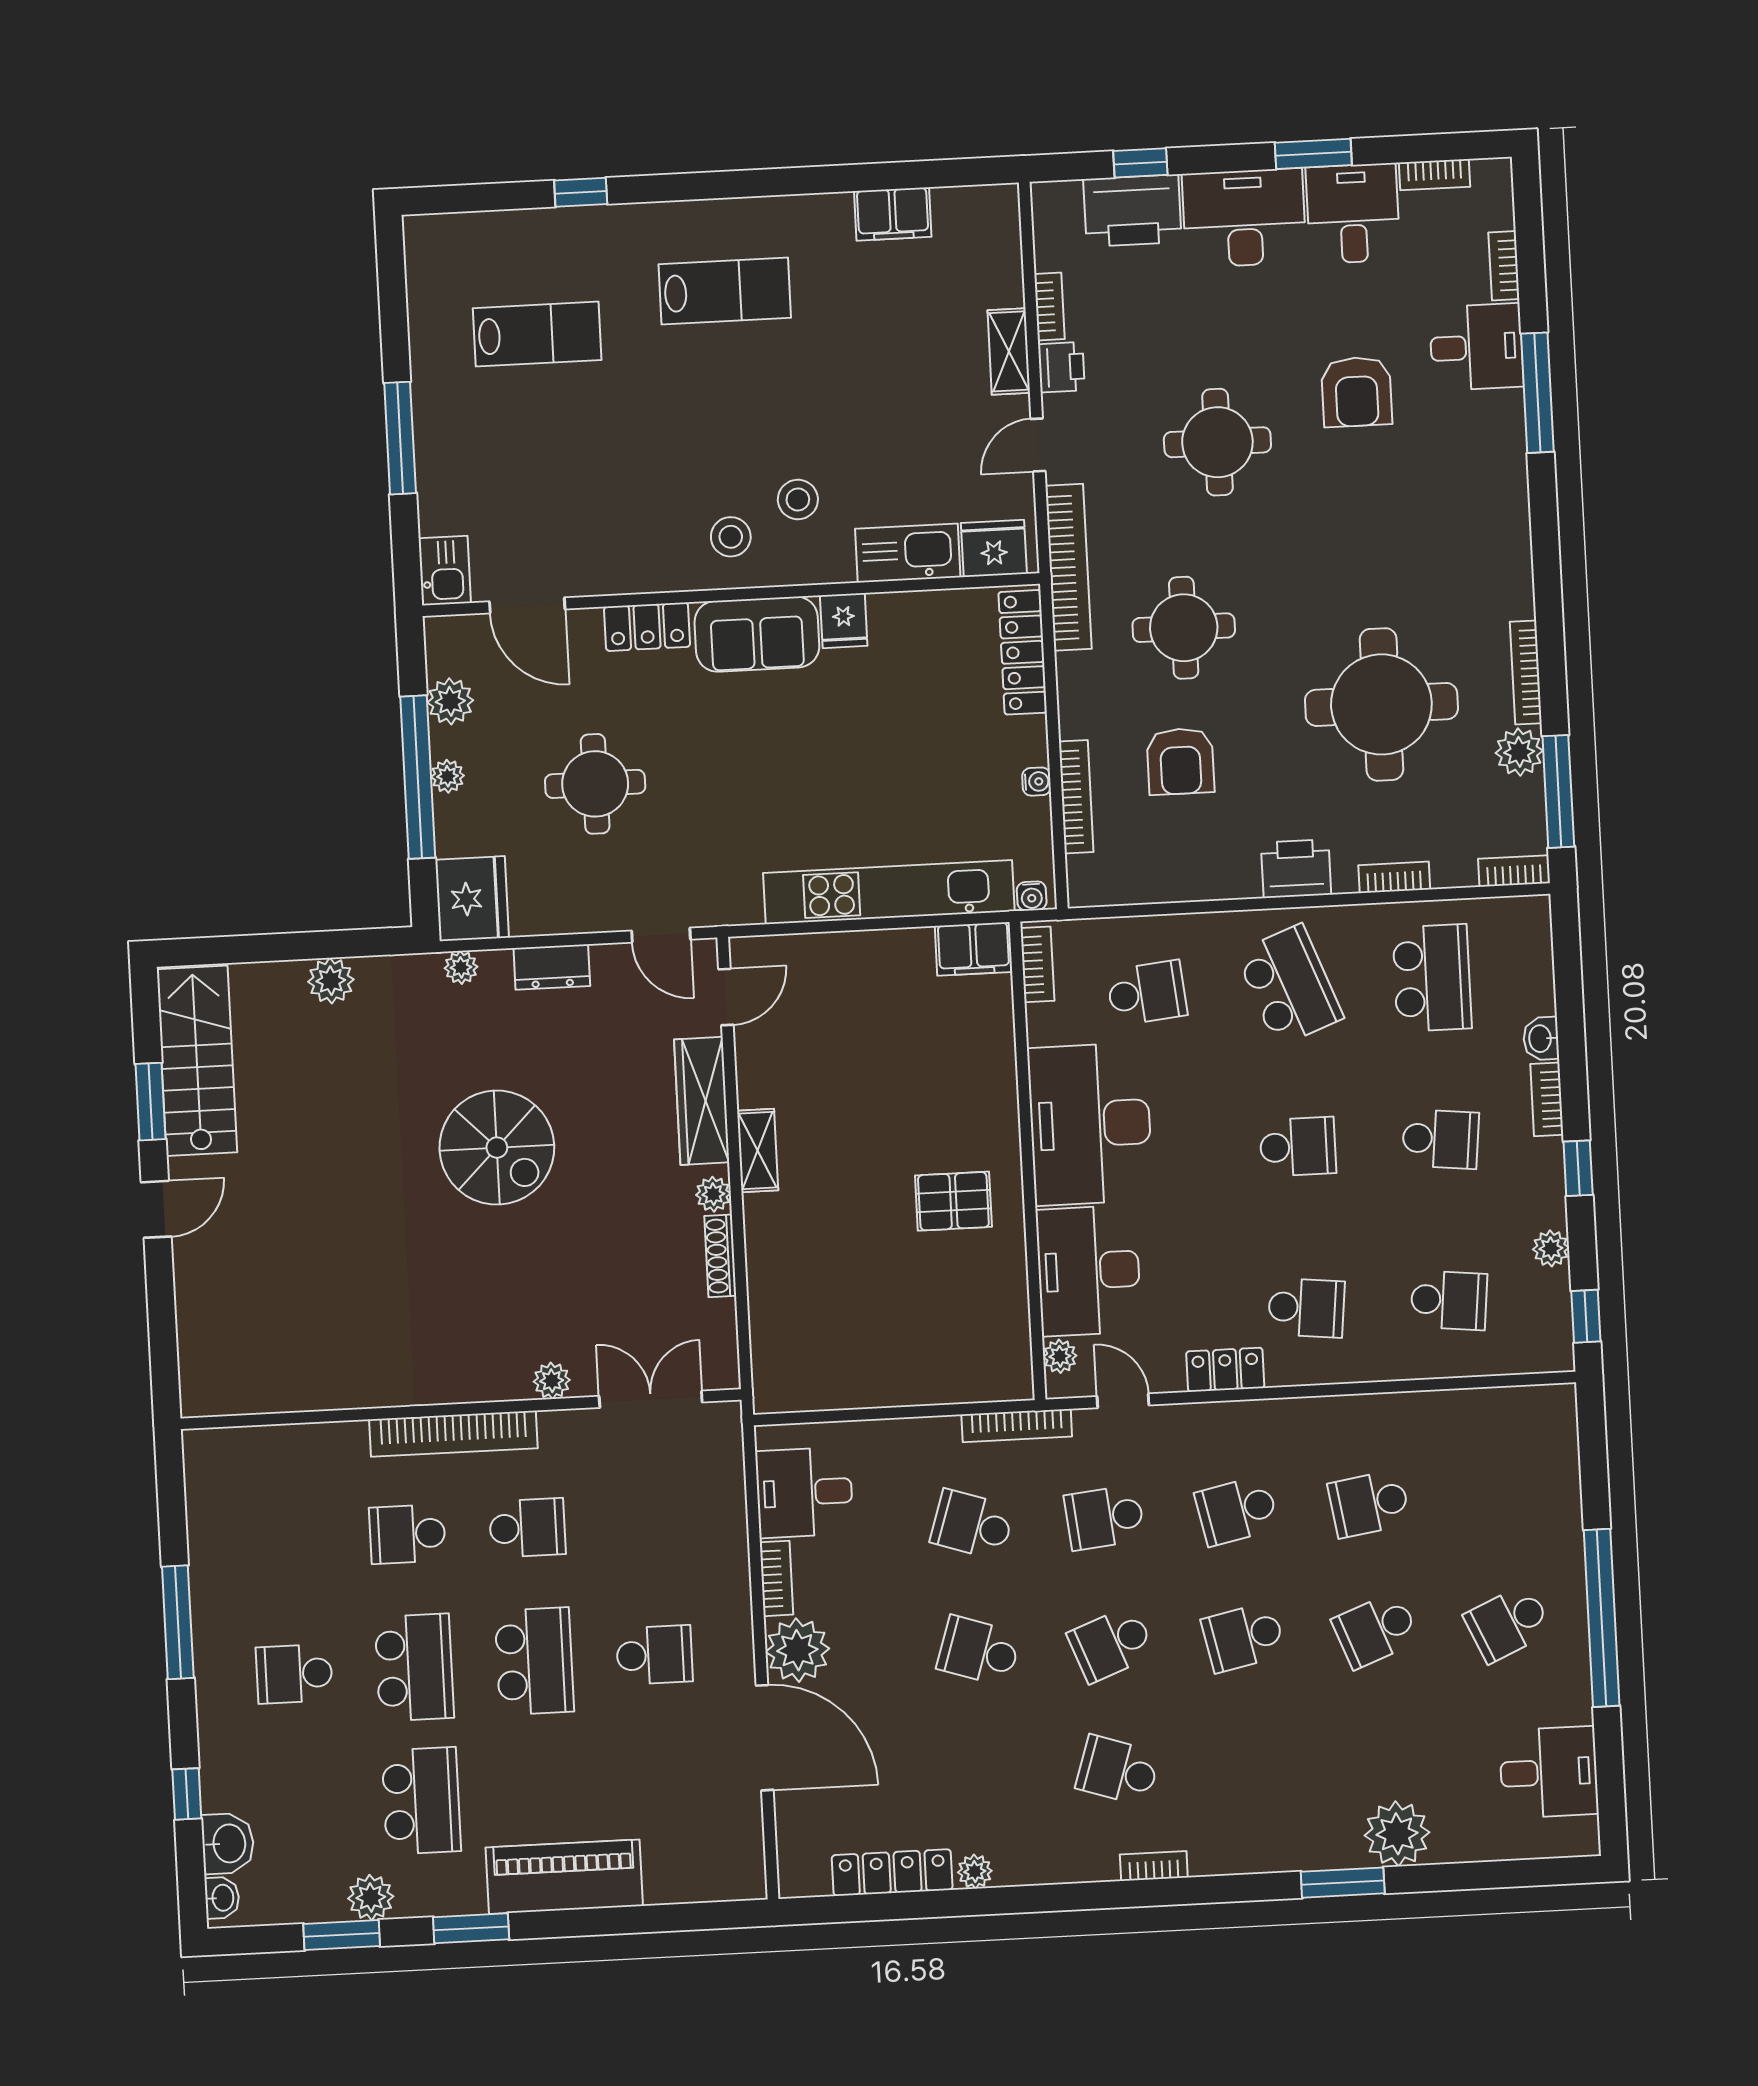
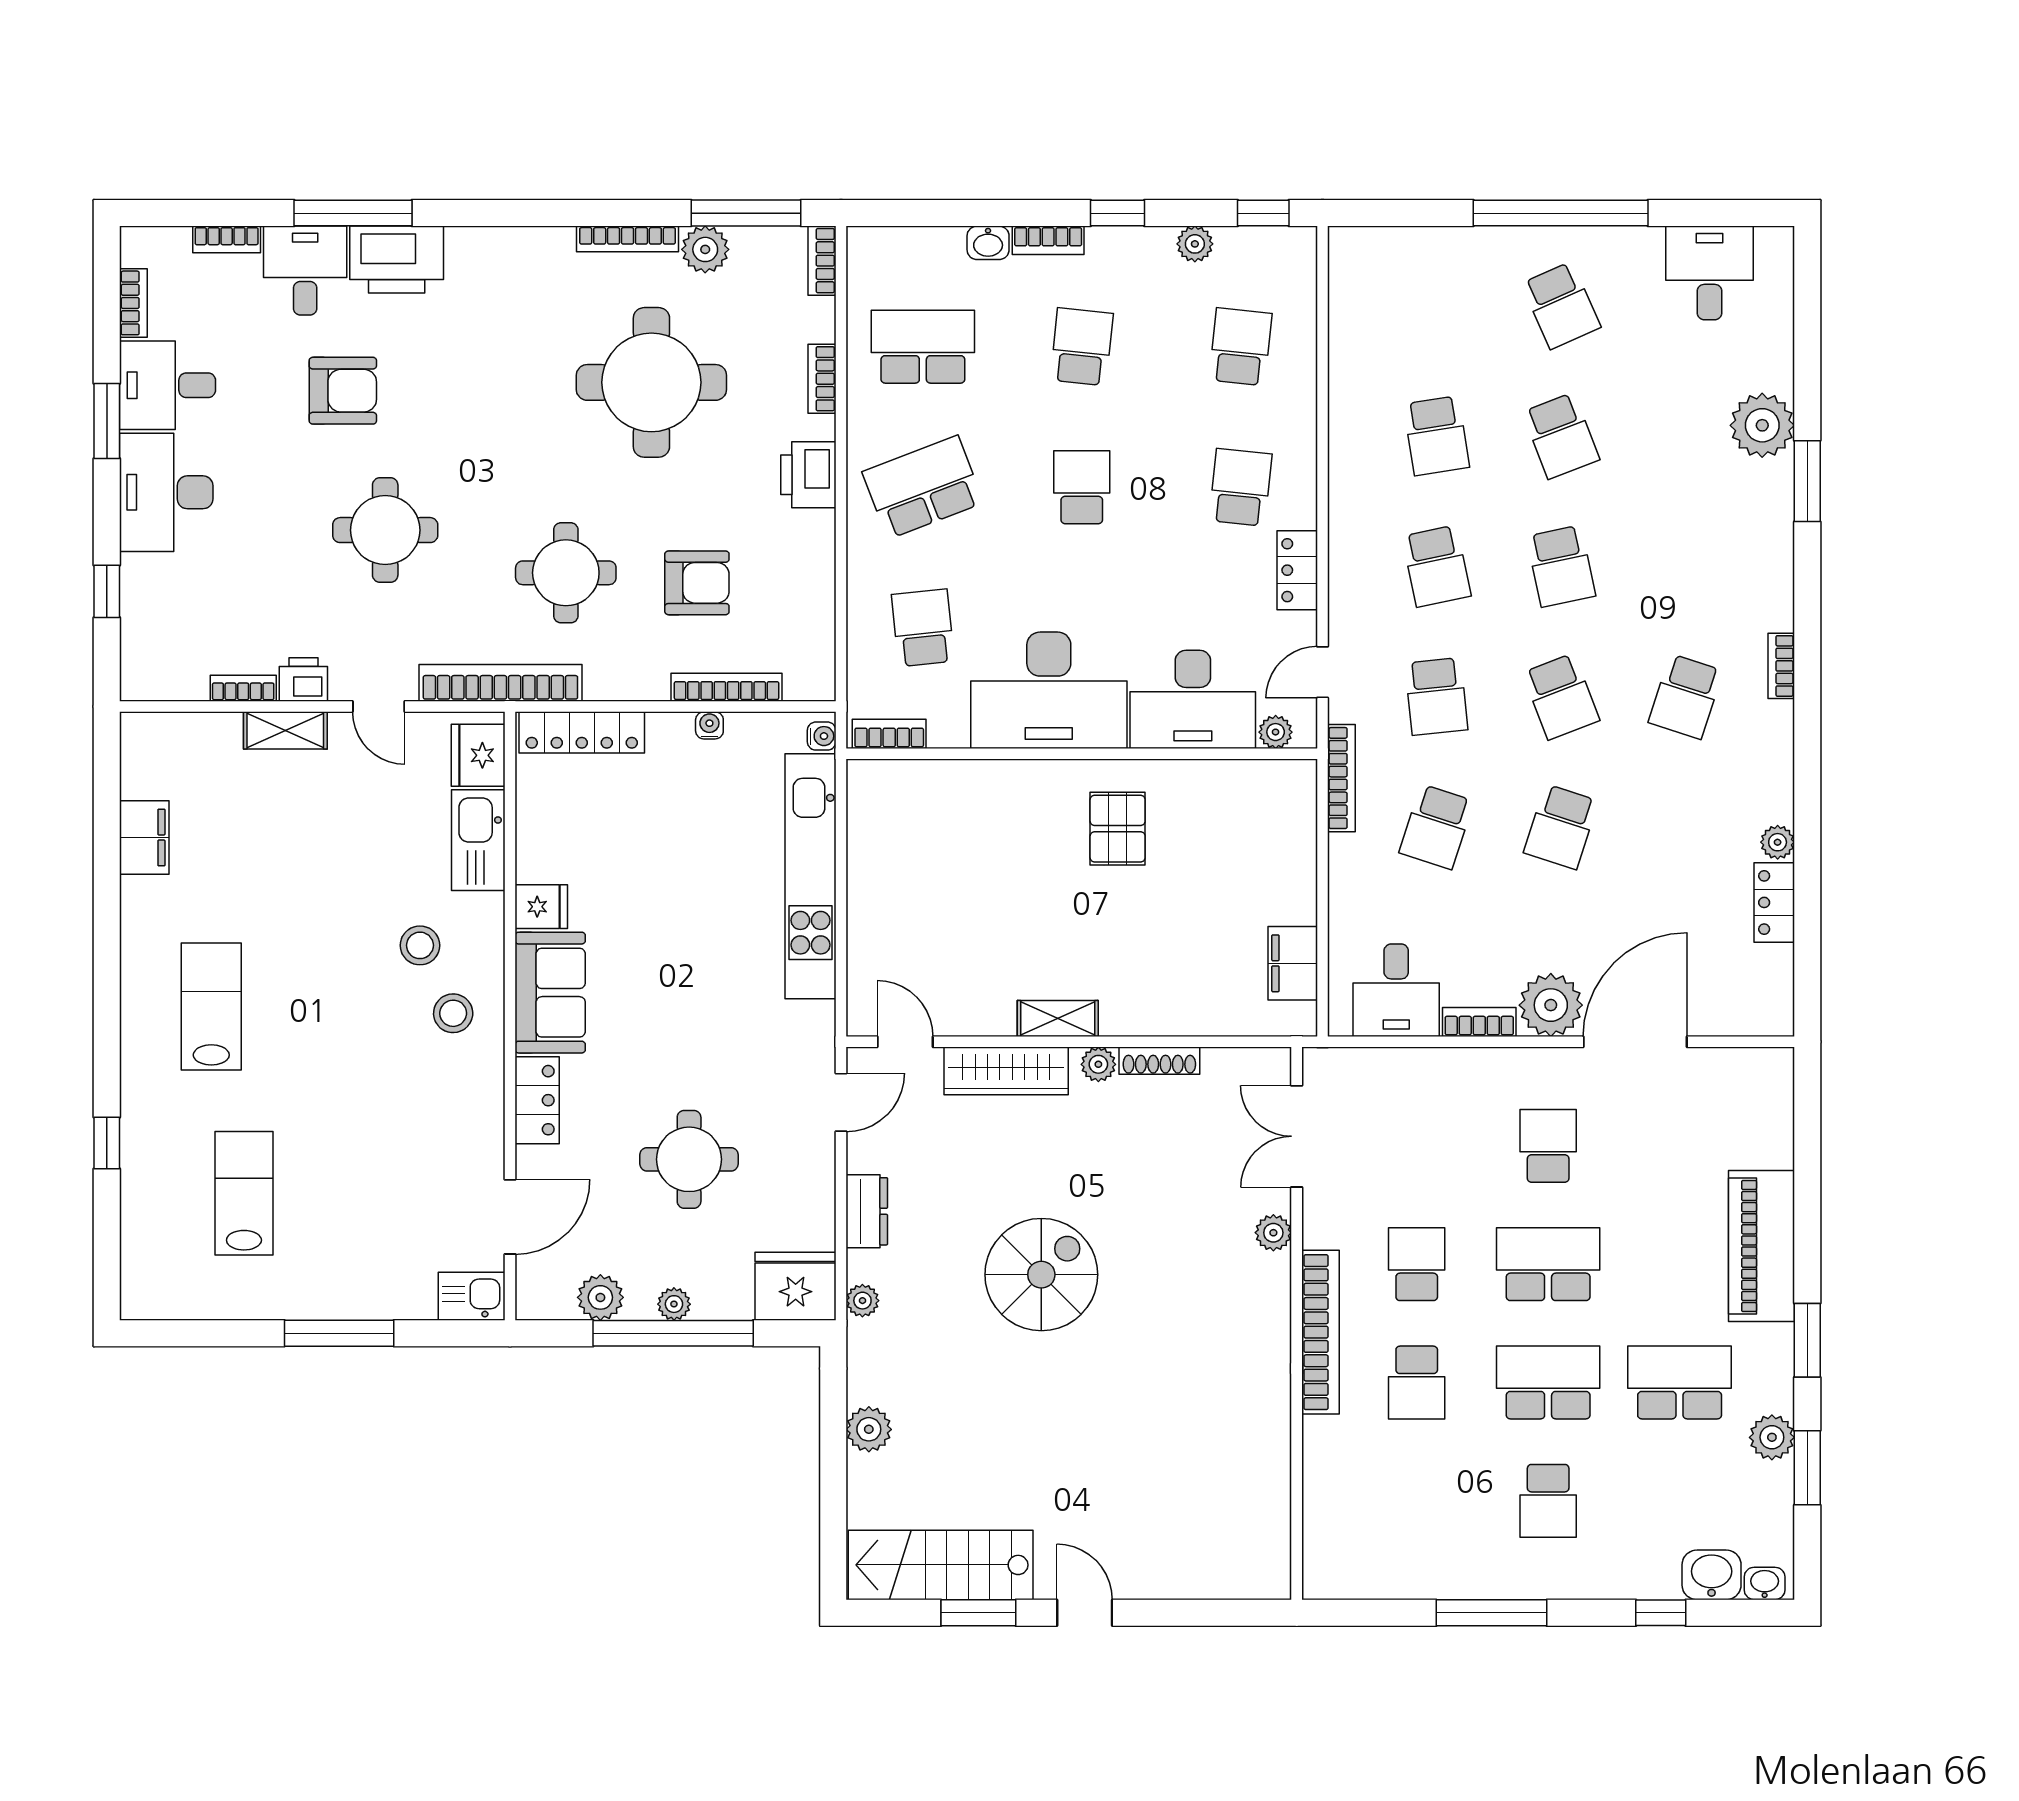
printer: (1132, 211) -> (397, 259), moved, turned 90
filing cabinet: (974, 949) -> (1293, 963), moved, turned 180
locker: (892, 1873) -> (1774, 902), width x0.66

